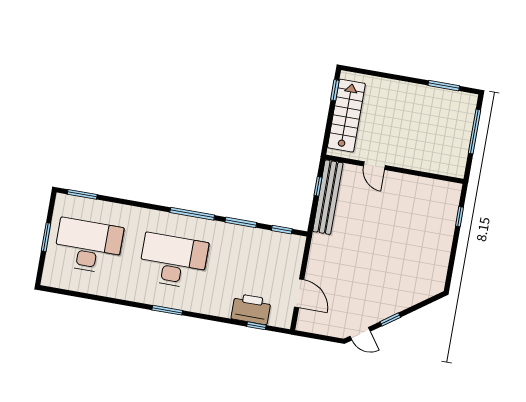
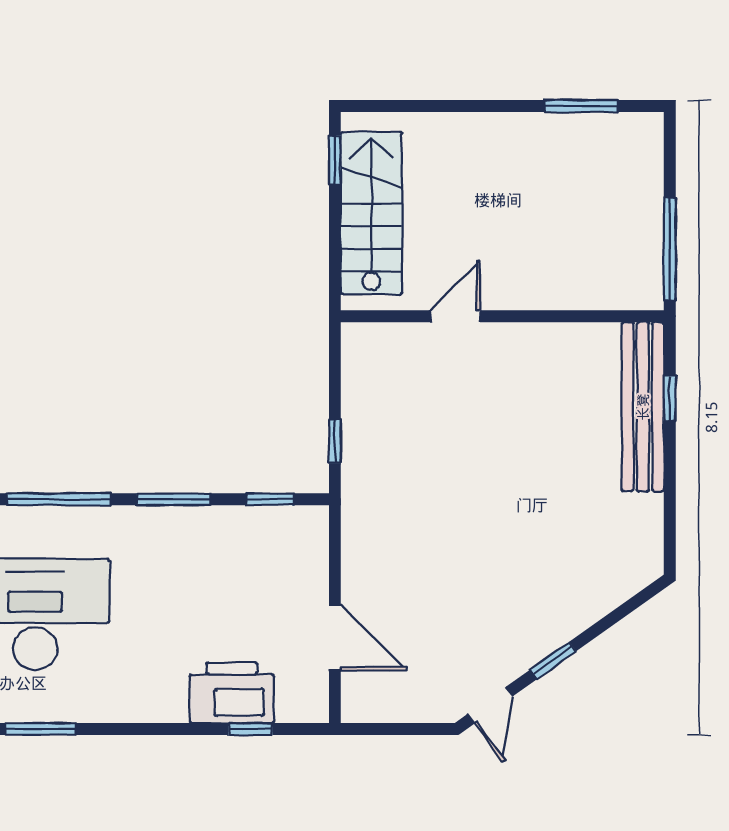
window: (474, 132) -> (670, 249), moved
door: (374, 166) -> (455, 316), swing flipped
window: (318, 186) -> (335, 441), moved
bench: (328, 197) -> (643, 407), moved
door: (360, 334) -> (490, 705), hinge flipped

